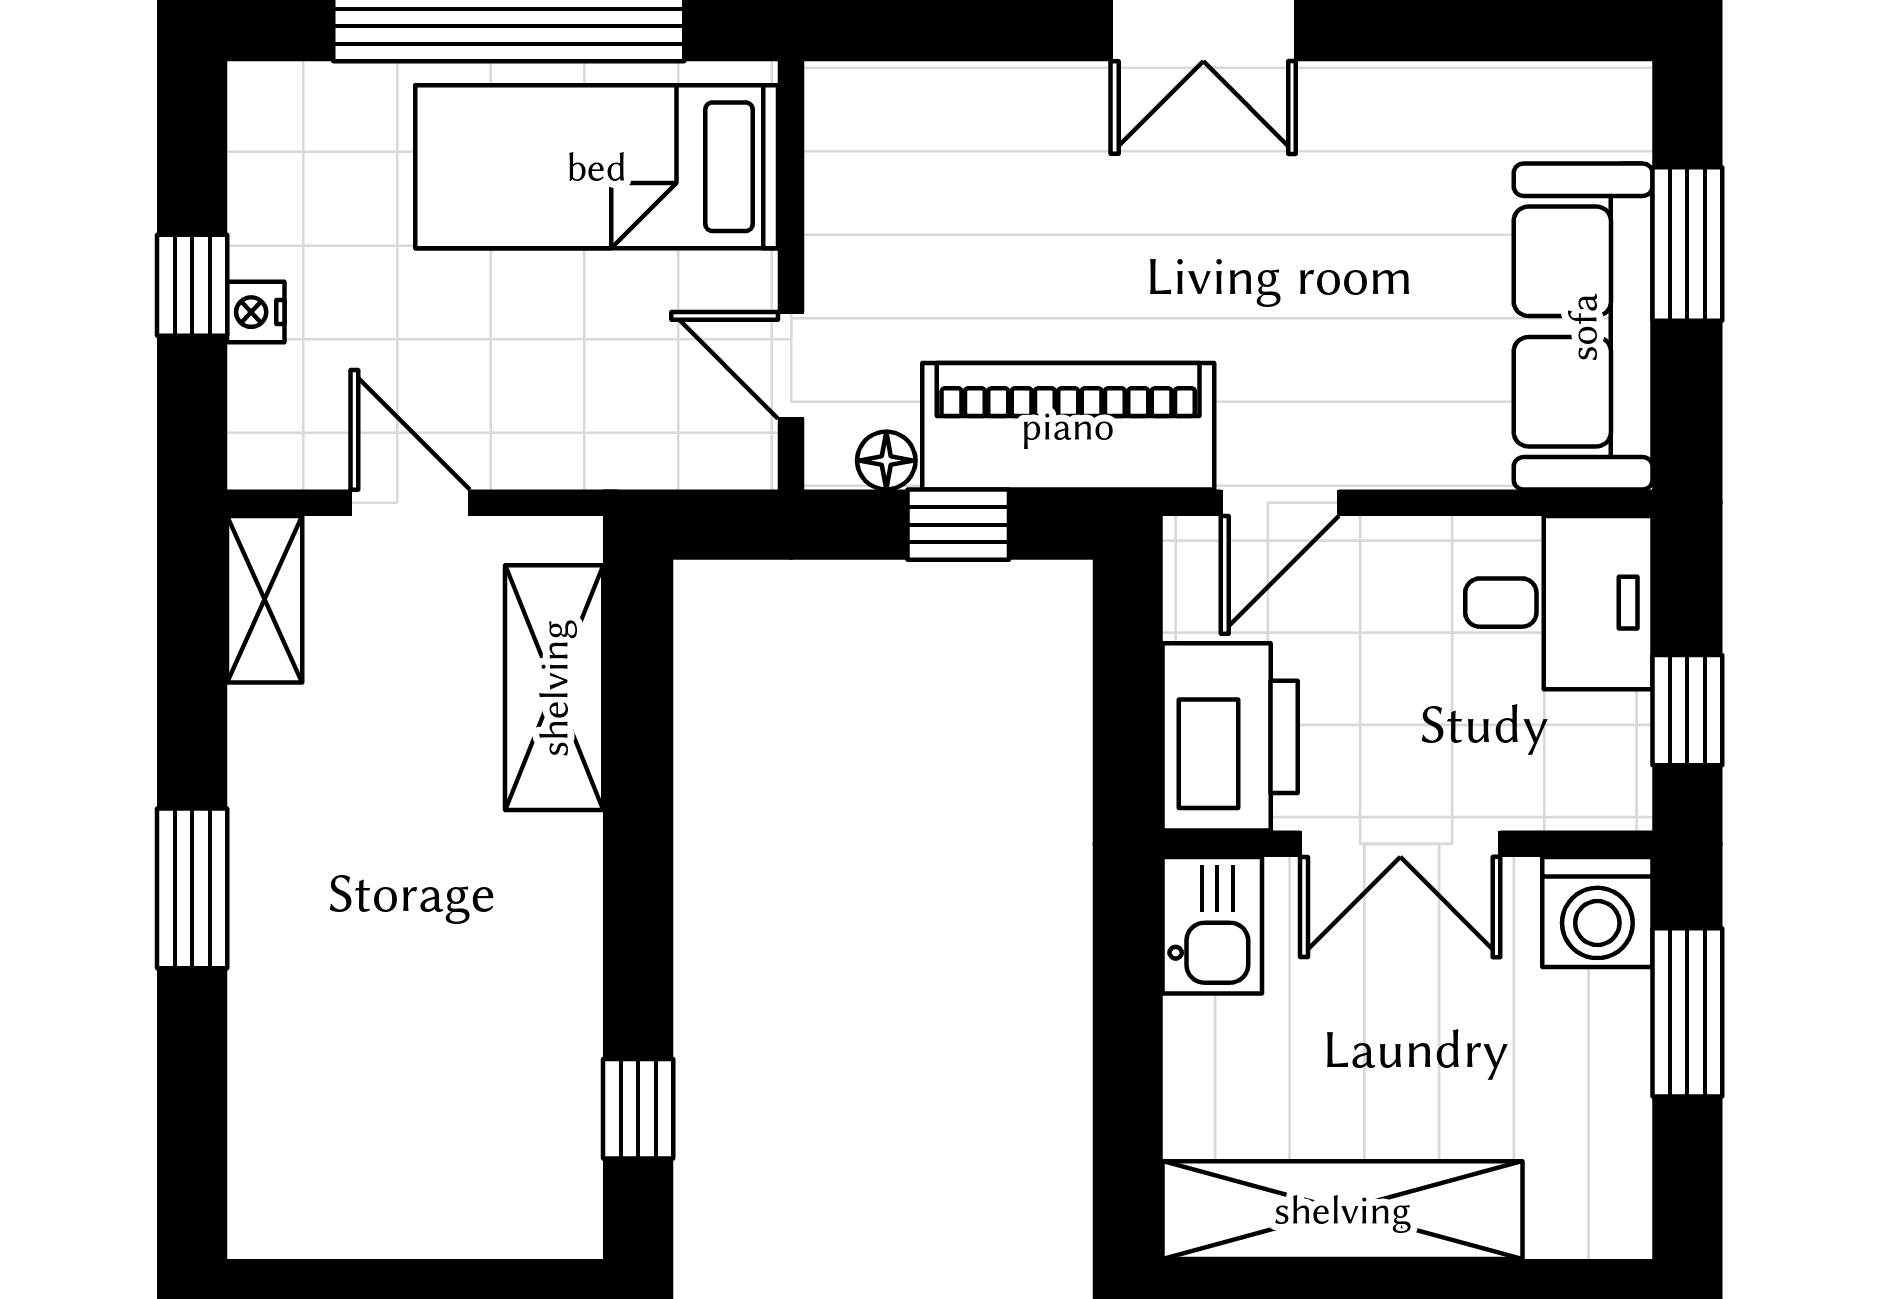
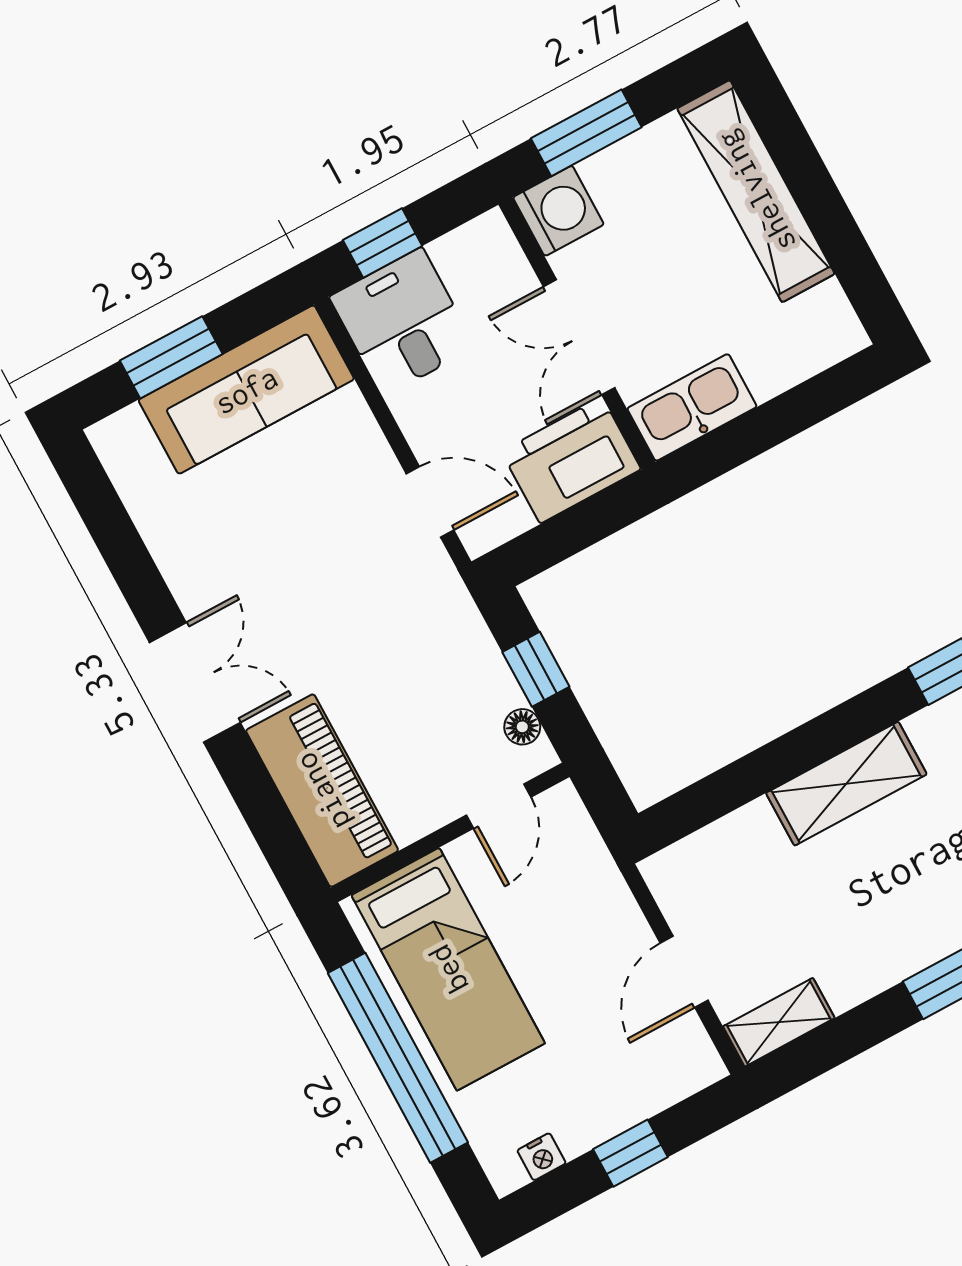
nightstand: (256, 312) -> (542, 1157), moved
piano: (1068, 426) -> (322, 791), moved, turned 180
shelving: (554, 688) -> (846, 784), moved
window: (1687, 710) -> (383, 243), moved
double door: (1400, 844) -> (579, 337), swing flipped
kitchen sink: (1212, 925) -> (692, 407), width x1.38
shelving: (1343, 1210) -> (756, 191), moved

